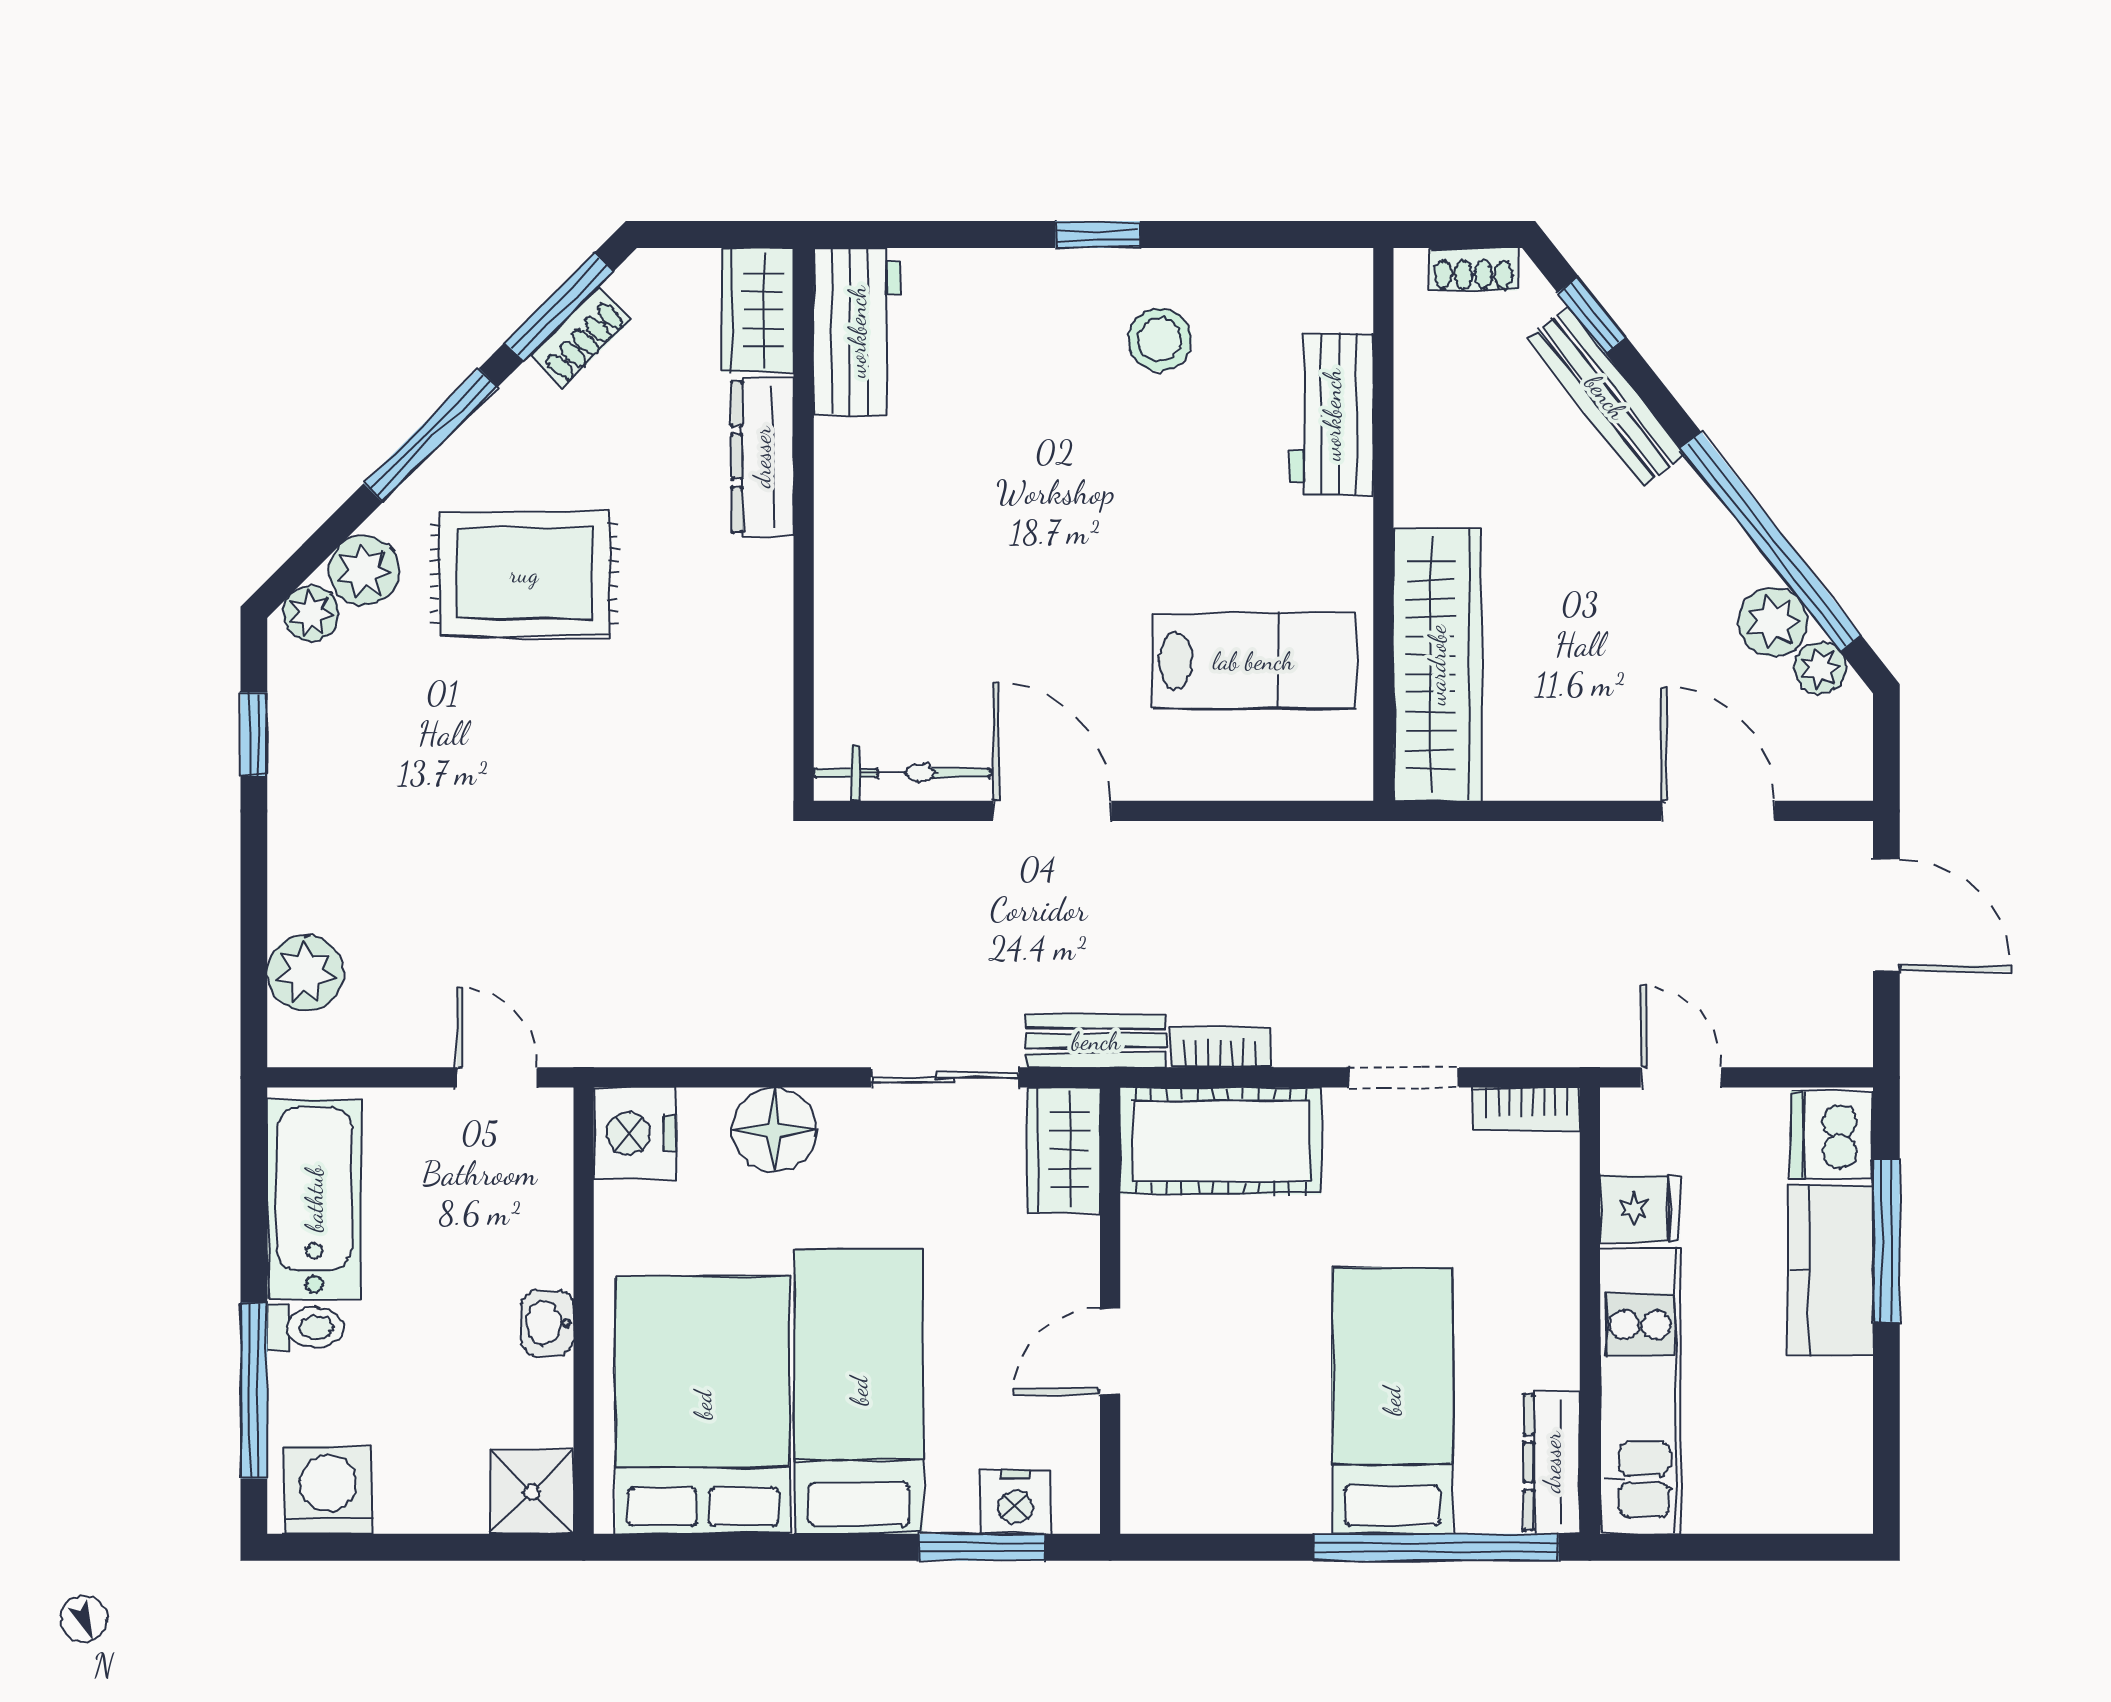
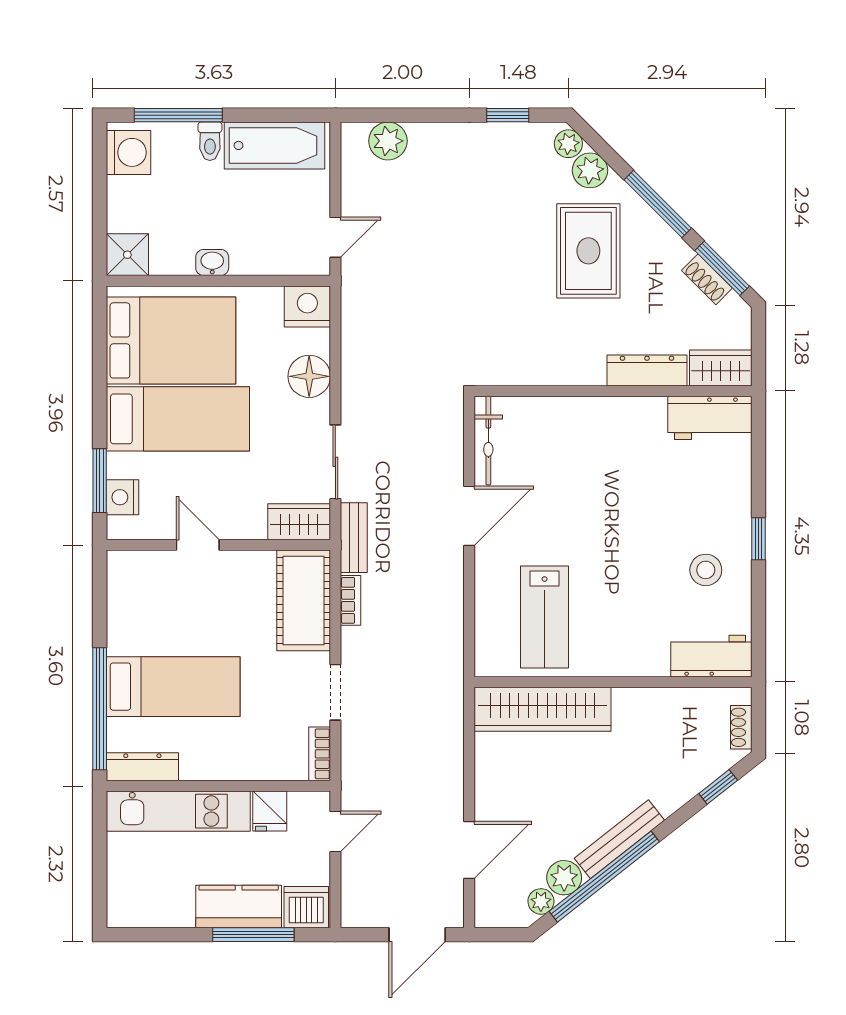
bench: (1606, 397) -> (619, 839), moved
workbench: (1332, 415) -> (711, 656), moved

